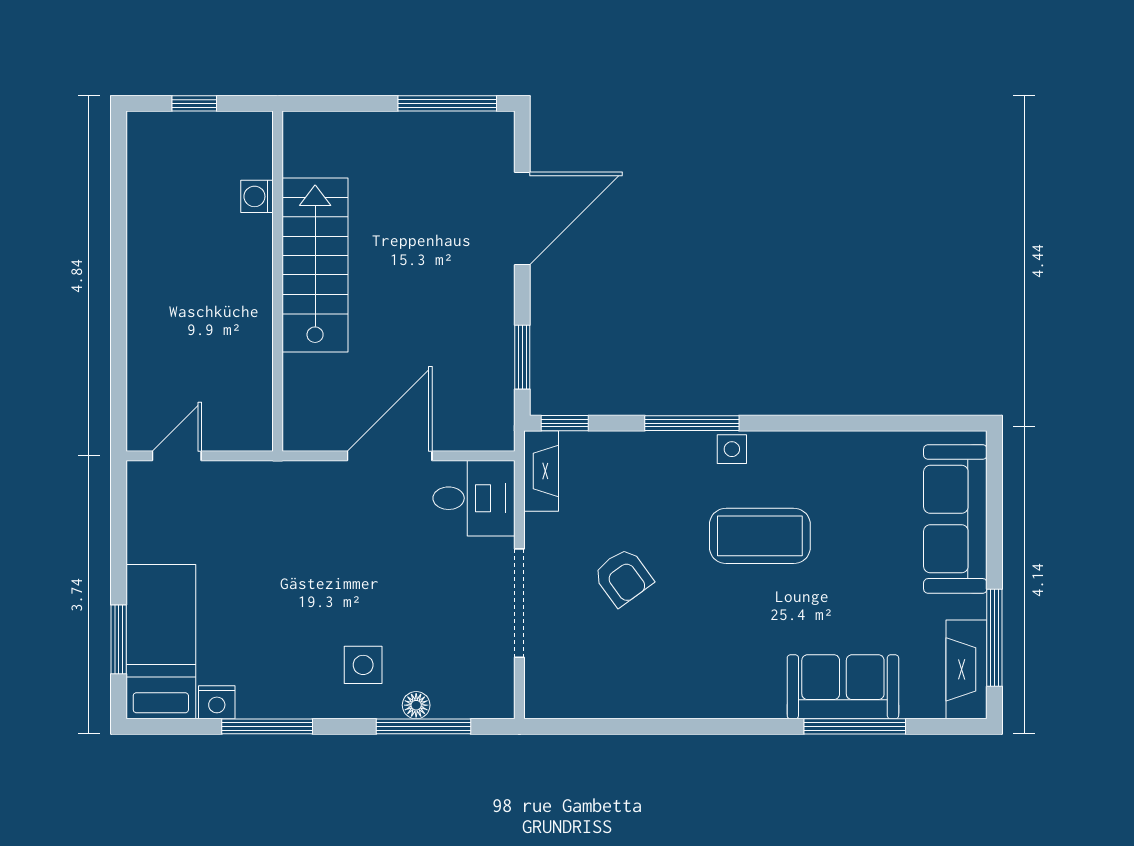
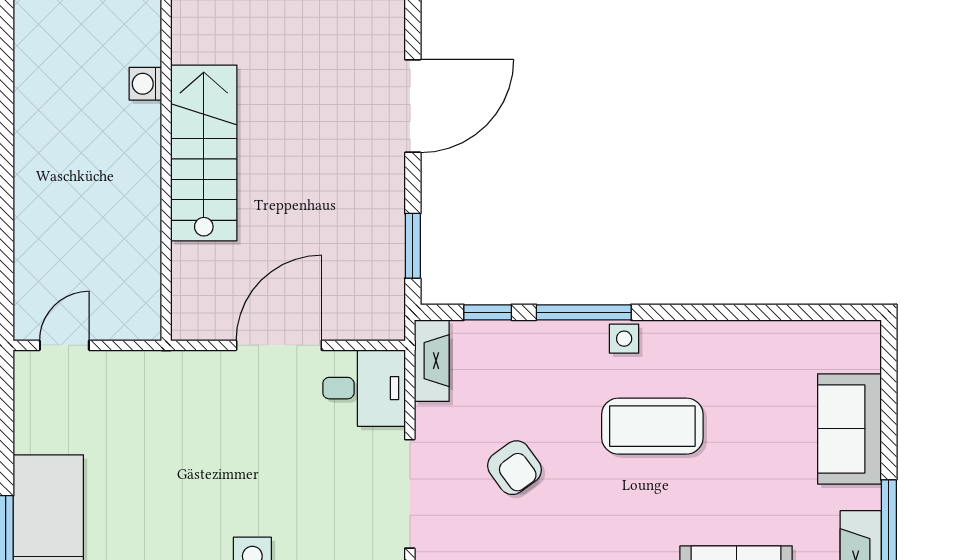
window: (565, 423) -> (488, 312), moved
sofa: (955, 519) -> (849, 429), width x0.73

